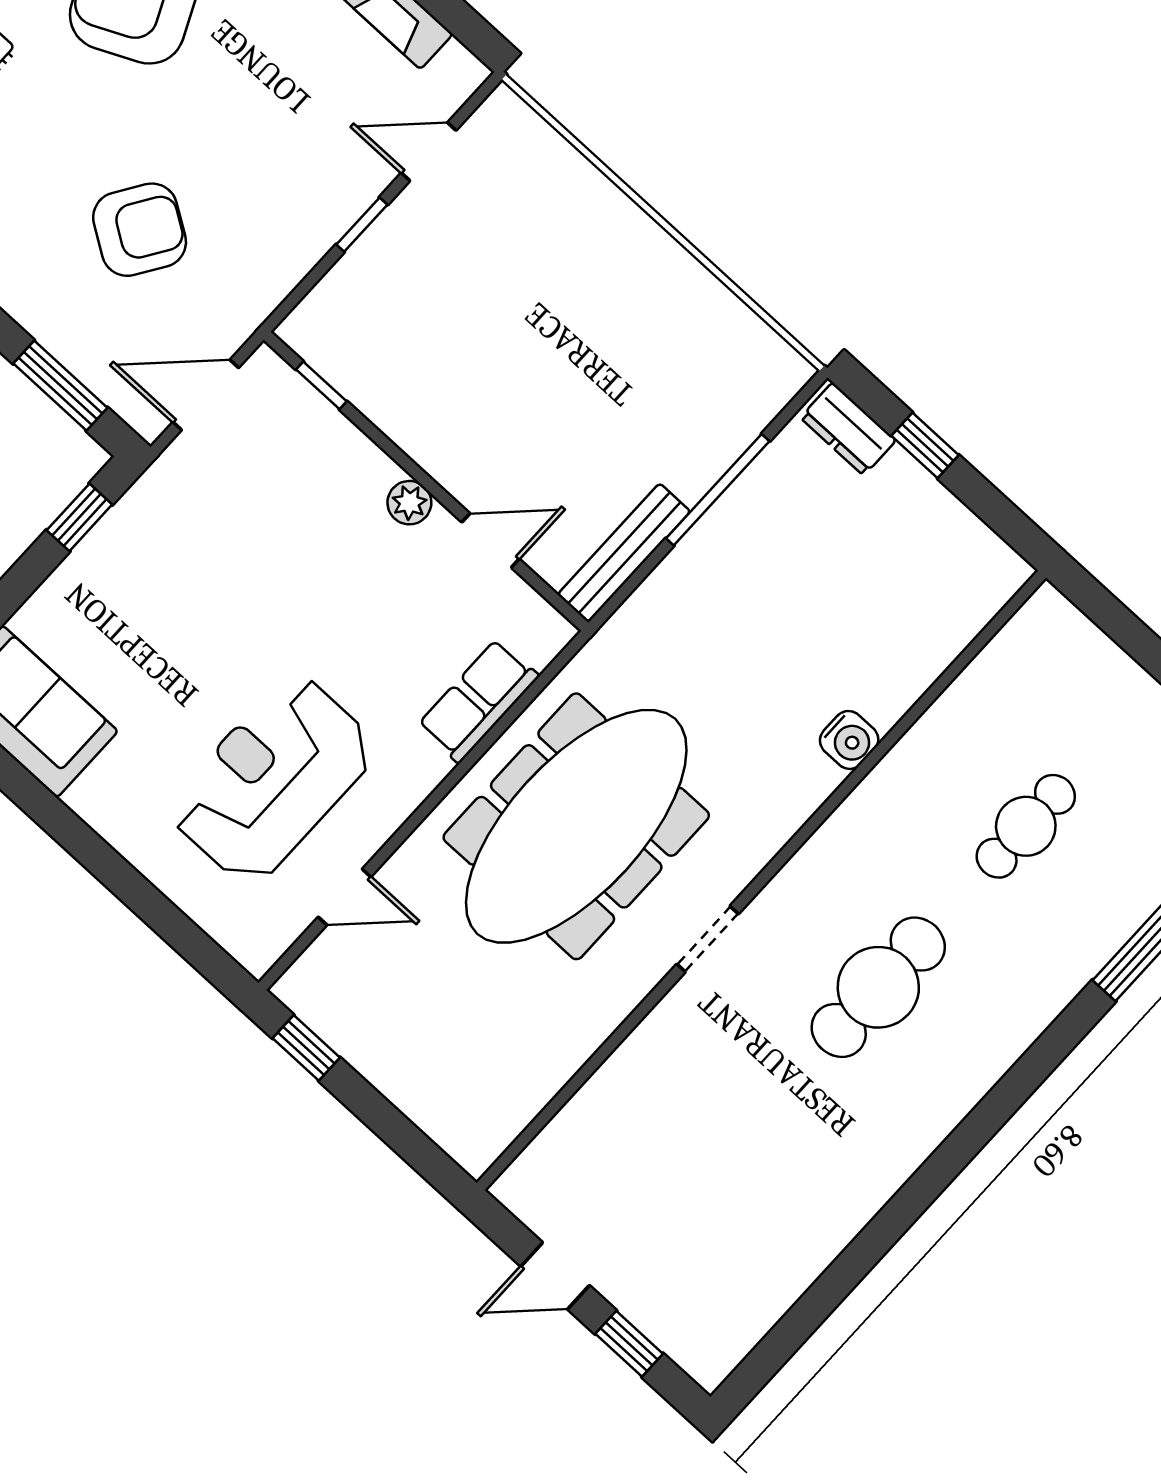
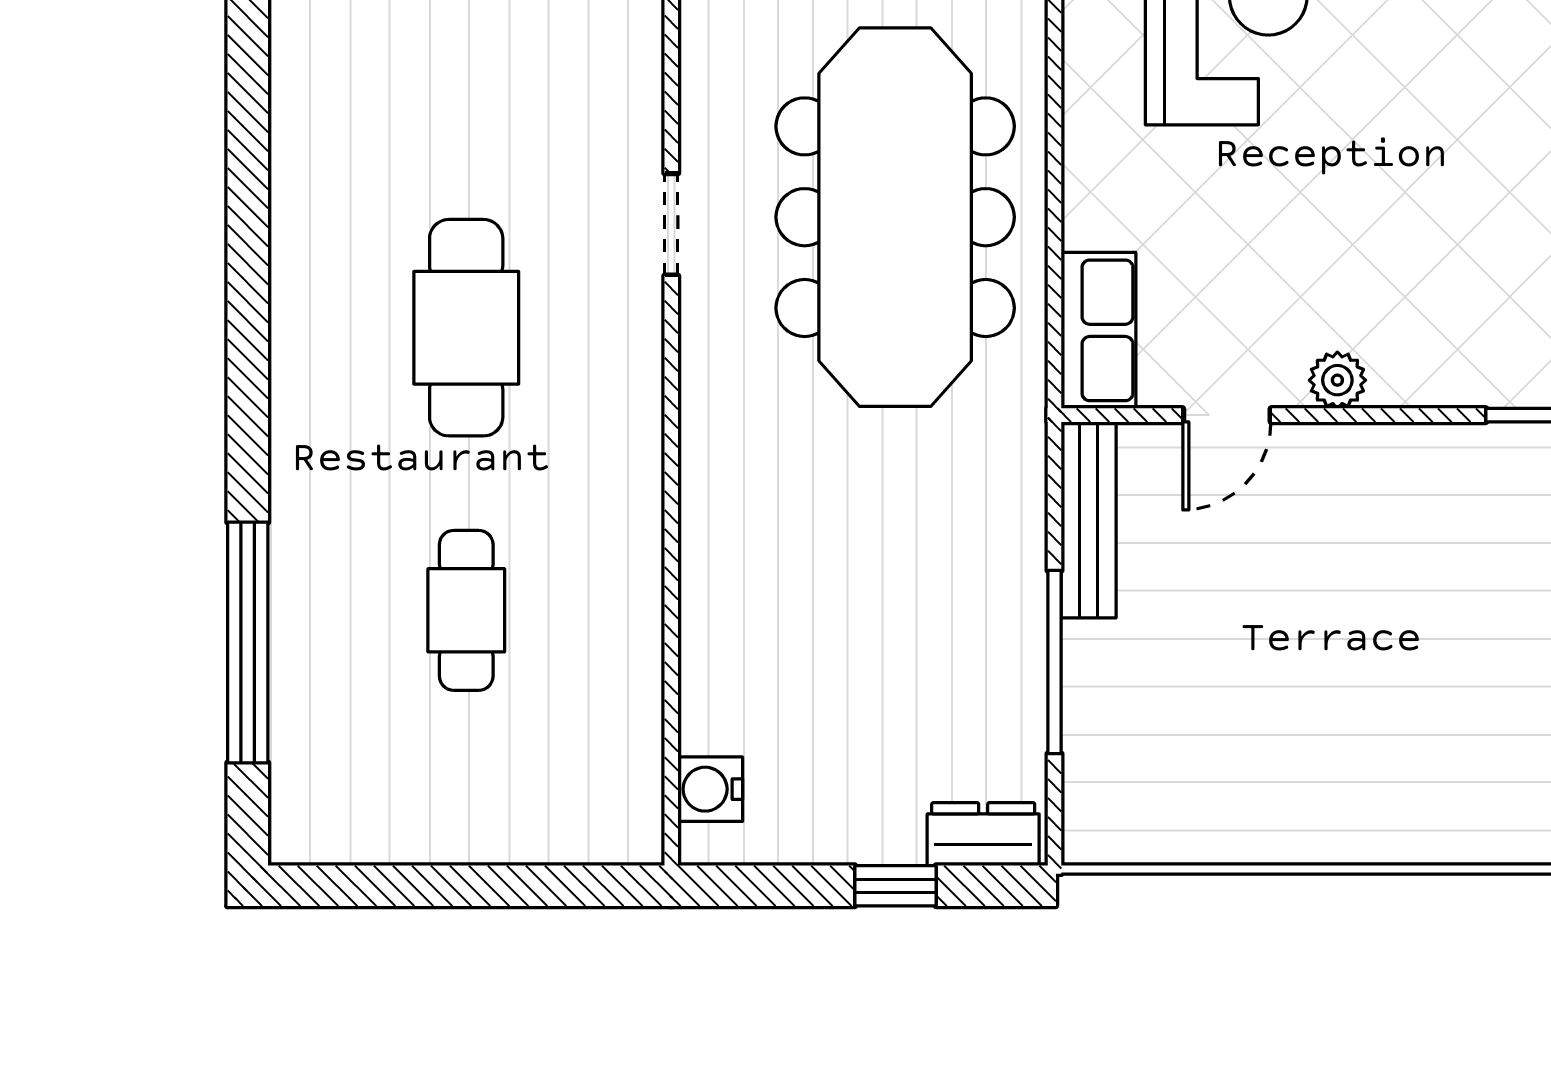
row of seats: (478, 701) -> (1099, 330), moved
water cooler: (849, 740) -> (710, 789), moved

